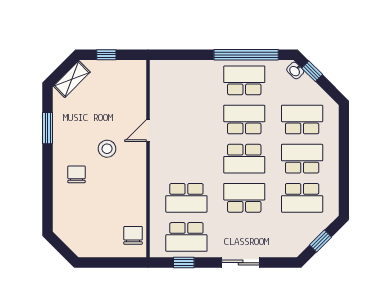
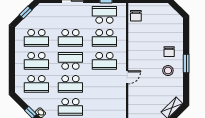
window: (48, 128) -> (186, 63), moved
stool: (107, 149) -> (168, 71), moved
school desk: (186, 159) -> (104, 61), added
school desk: (186, 198) -> (104, 38), turned 180
school desk: (302, 198) -> (36, 38), turned 180

